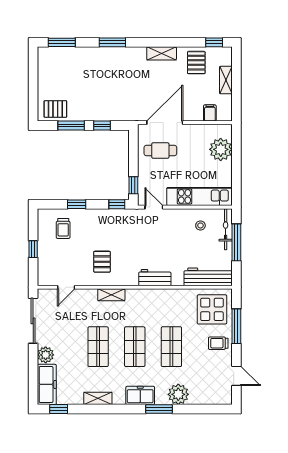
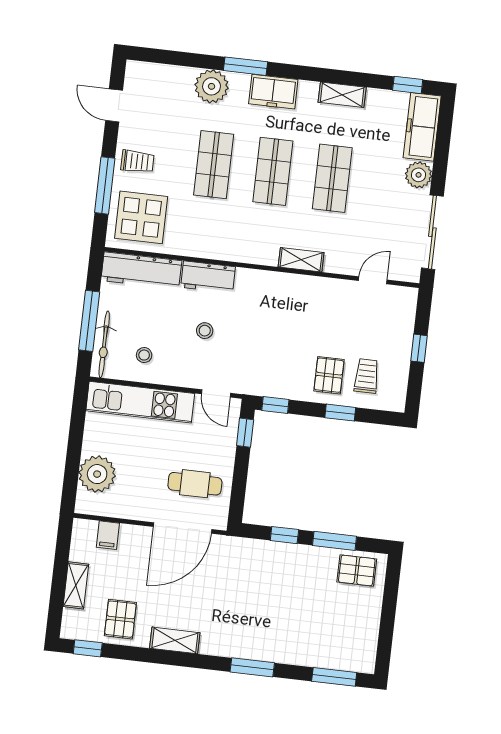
stool: (165, 245) -> (205, 331), added
pallet: (102, 262) -> (329, 375), moved
workbench: (155, 278) -> (208, 277), moved

